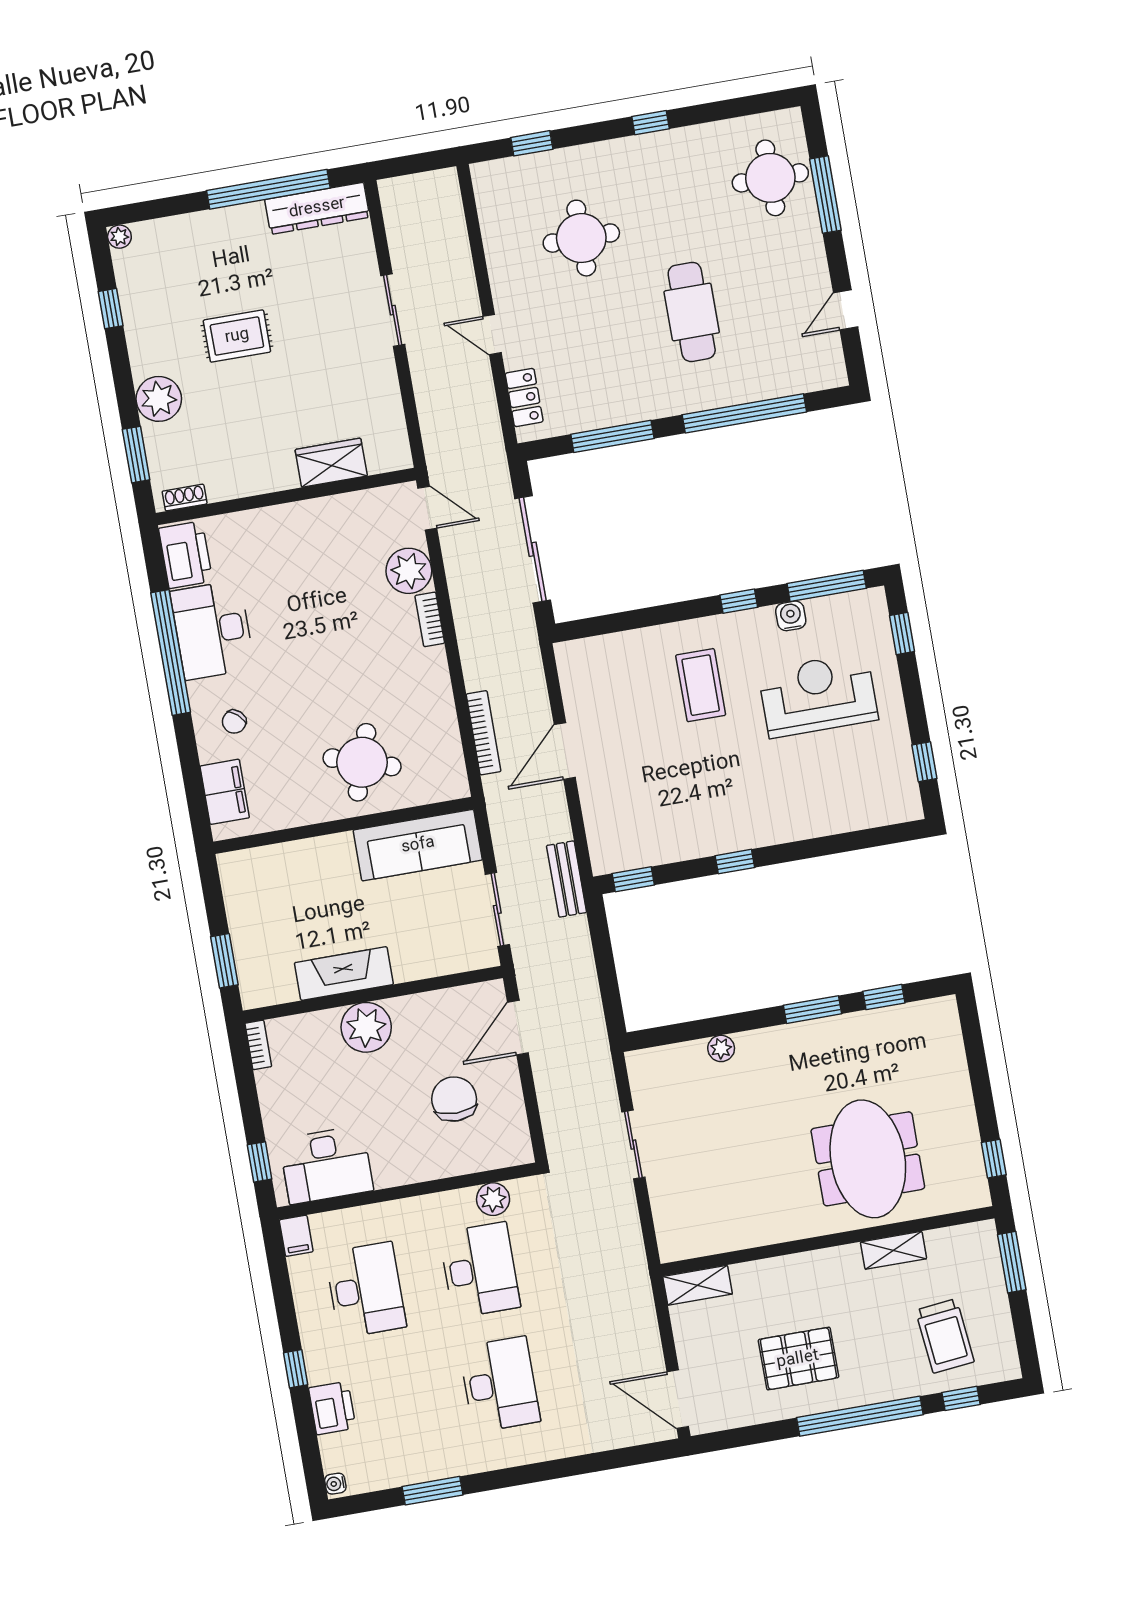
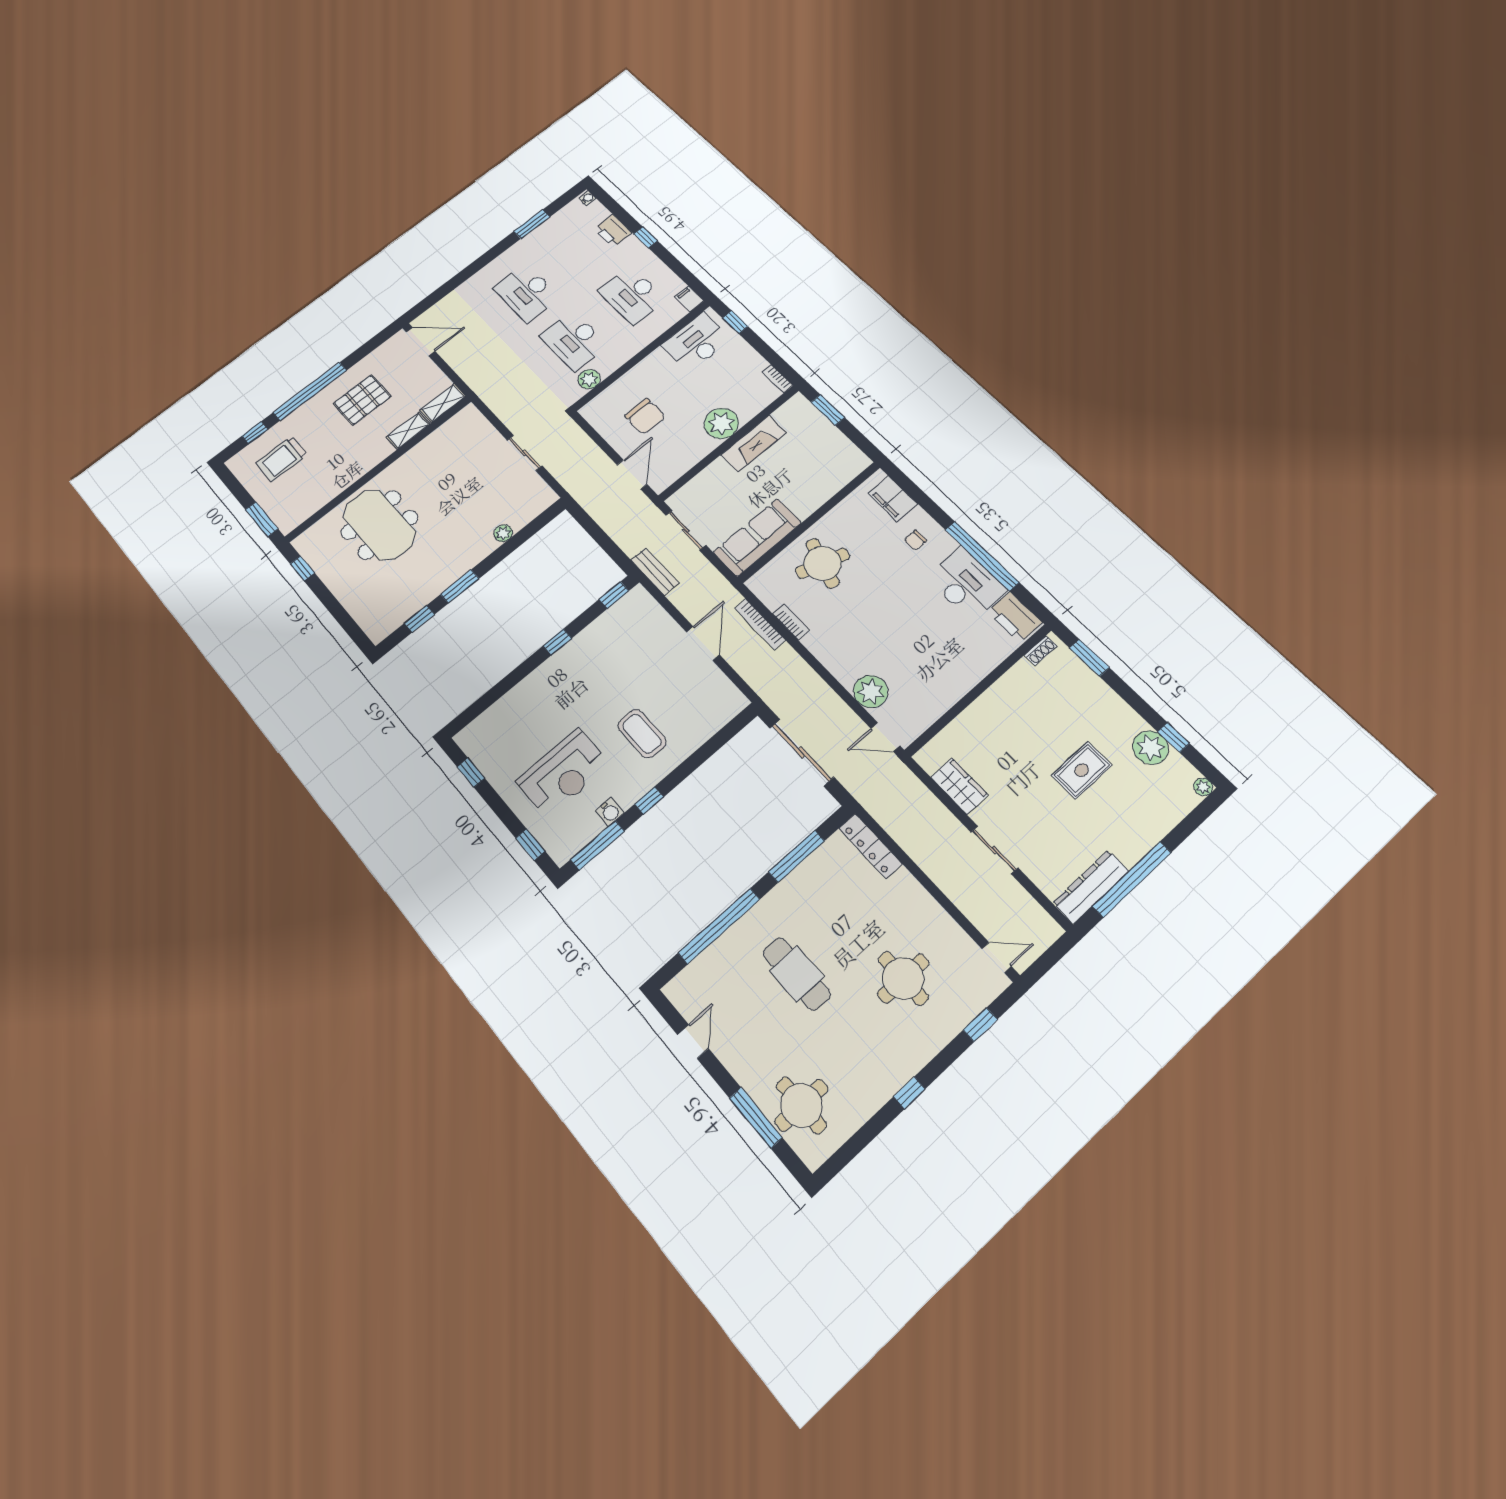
door: (492, 335) -> (997, 957), moved
locker: (524, 398) -> (871, 846), width x1.53
plant: (159, 399) -> (1151, 748), moved
wardrobe: (331, 463) -> (959, 786), moved, turned -90
bookcase: (430, 619) -> (791, 622), moved
chair: (234, 722) -> (915, 540), turned -132
shelving: (894, 1250) -> (408, 431), moved
trolley: (945, 1336) -> (282, 459), turned -84

